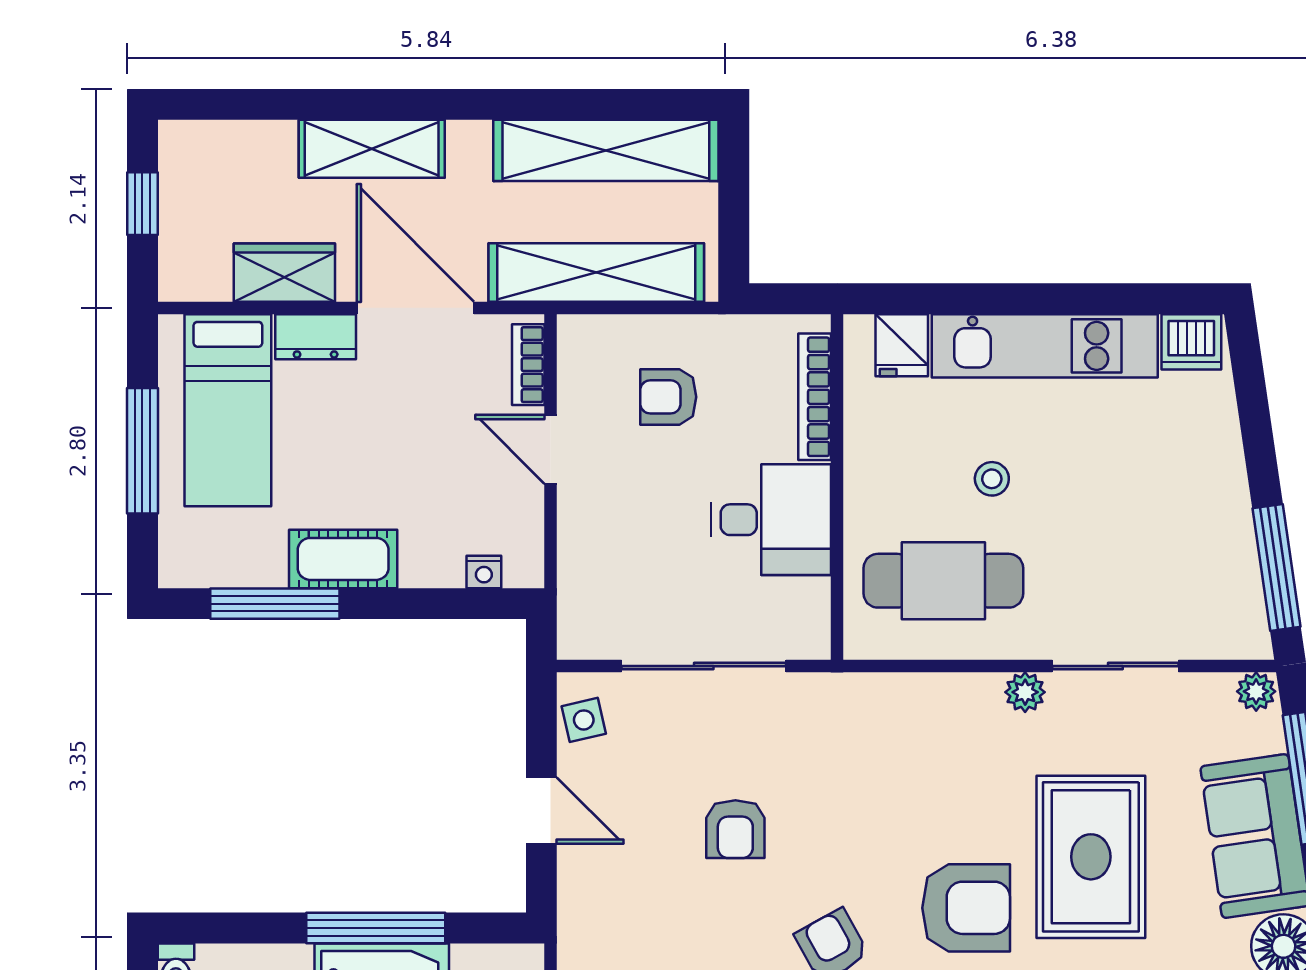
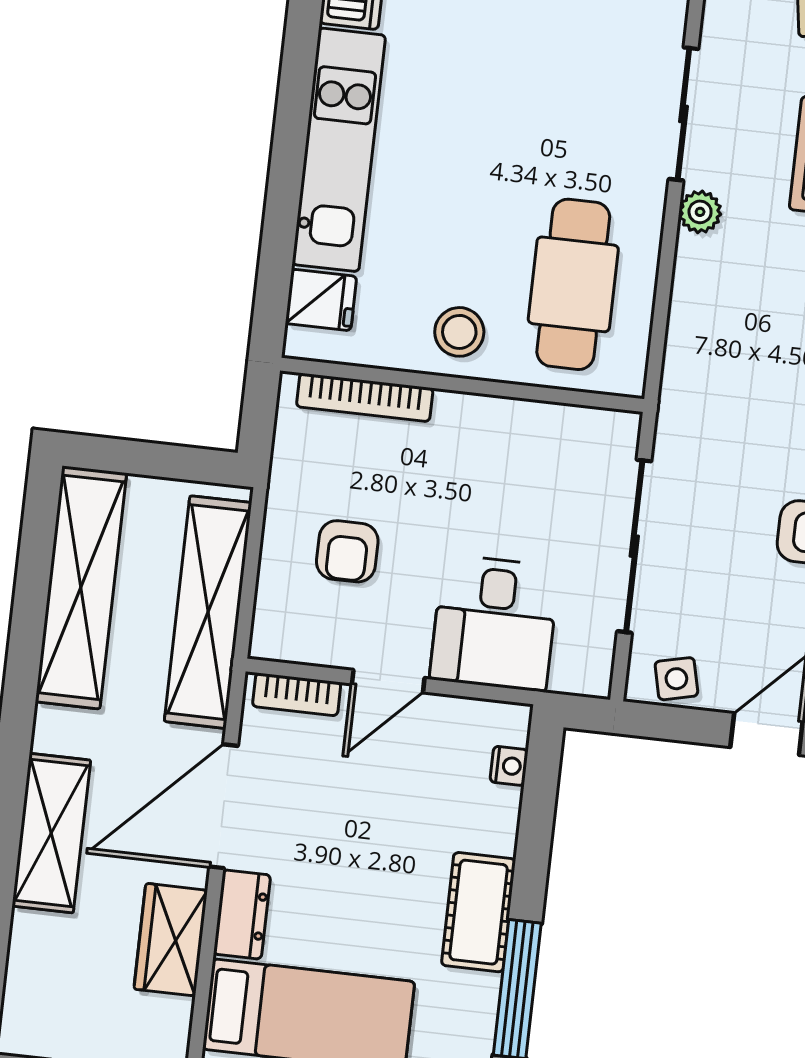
stool: (992, 479) -> (459, 332), moved, width x1.37, depth x1.37
desk: (771, 520) -> (494, 623), moved, turned 180

